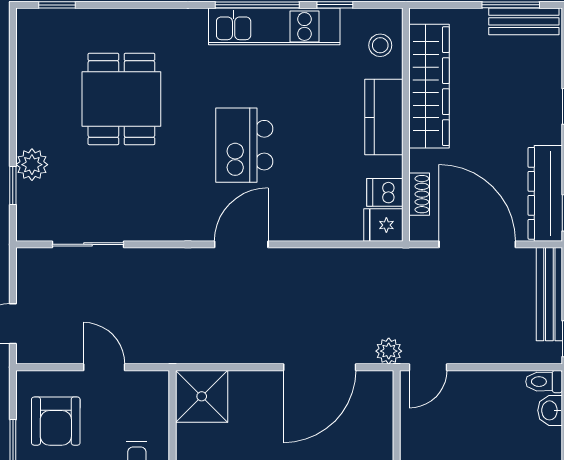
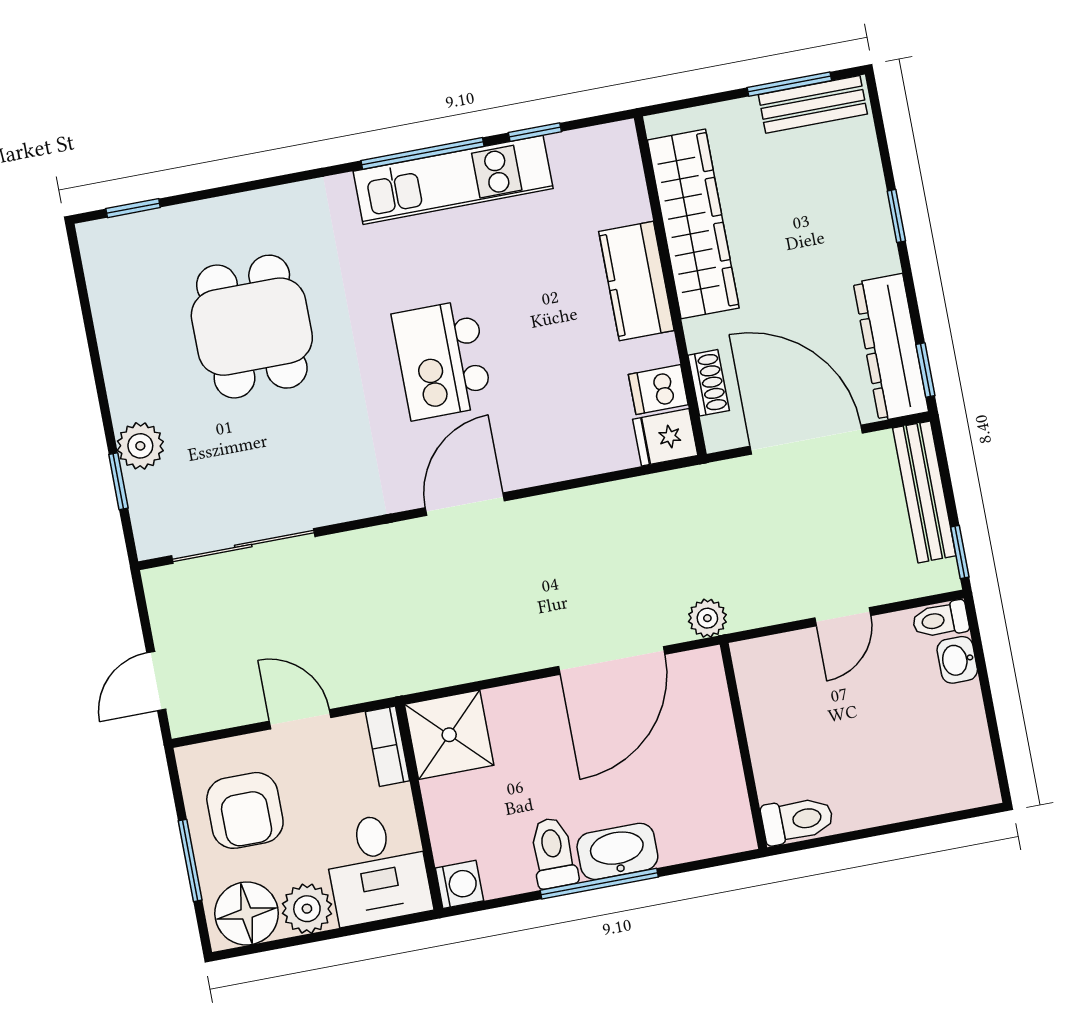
stool: (380, 45) -> (612, 178), removed
sliding door: (88, 244) -> (243, 546), width x1.37
door: (428, 367) -> (843, 617), moved
bookcase: (159, 396) -> (388, 746), added

